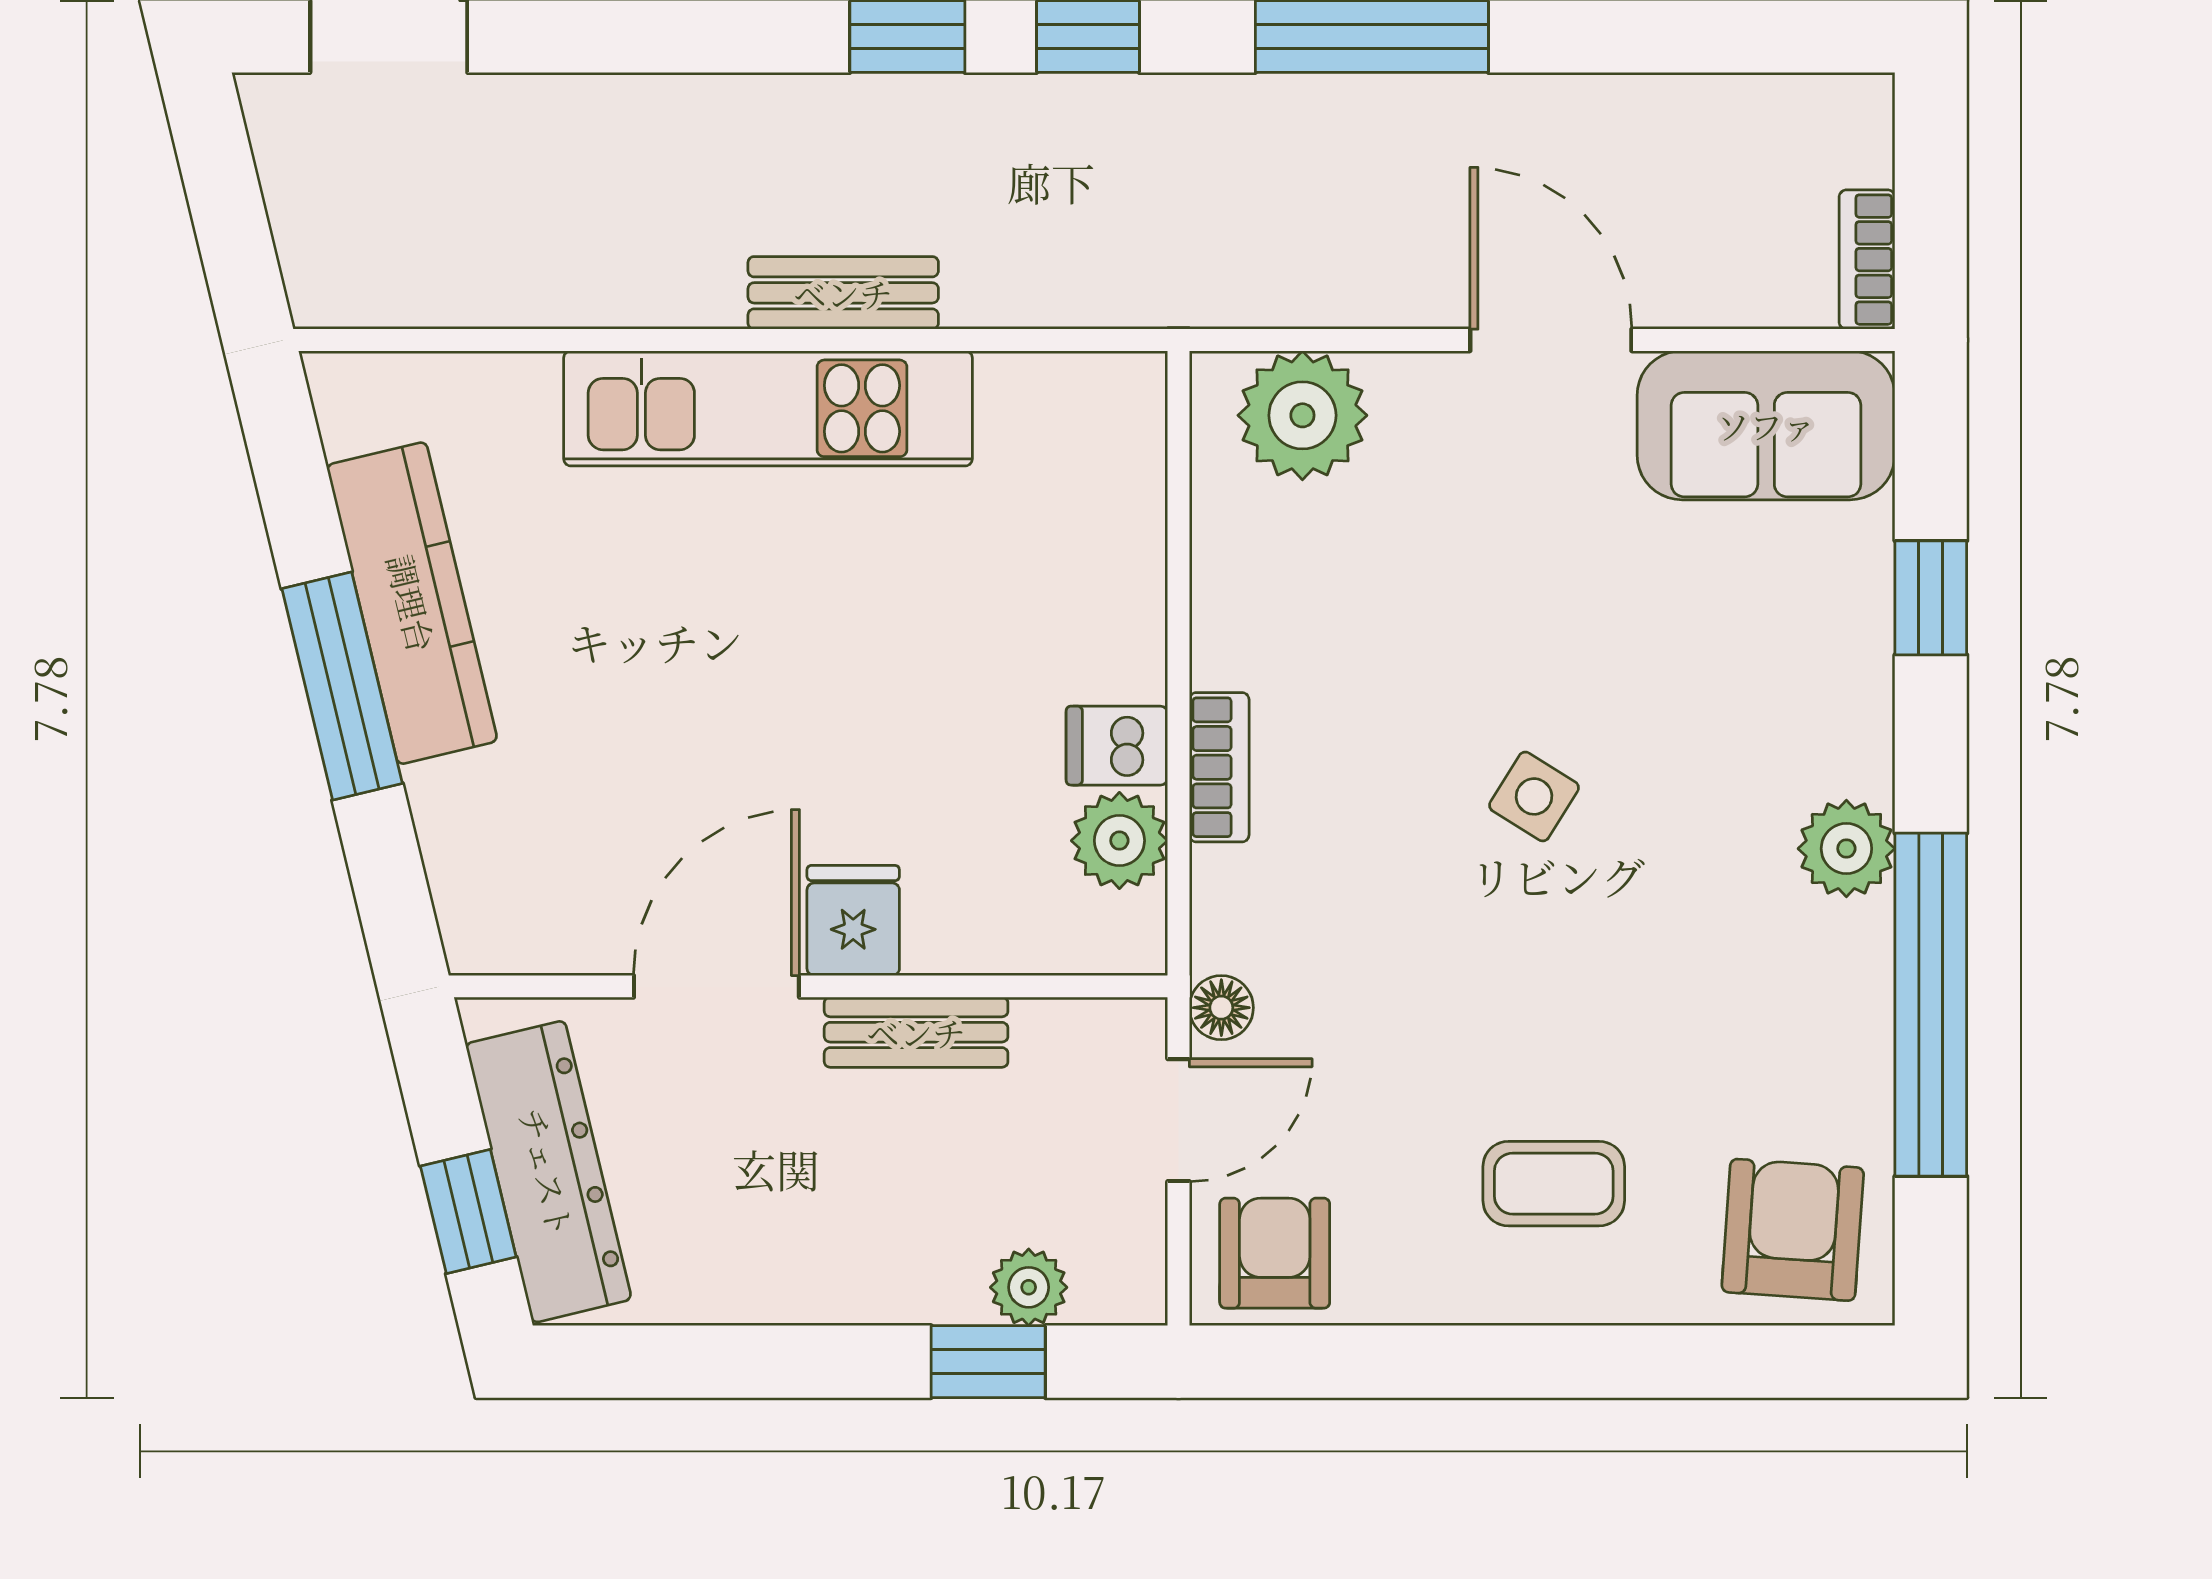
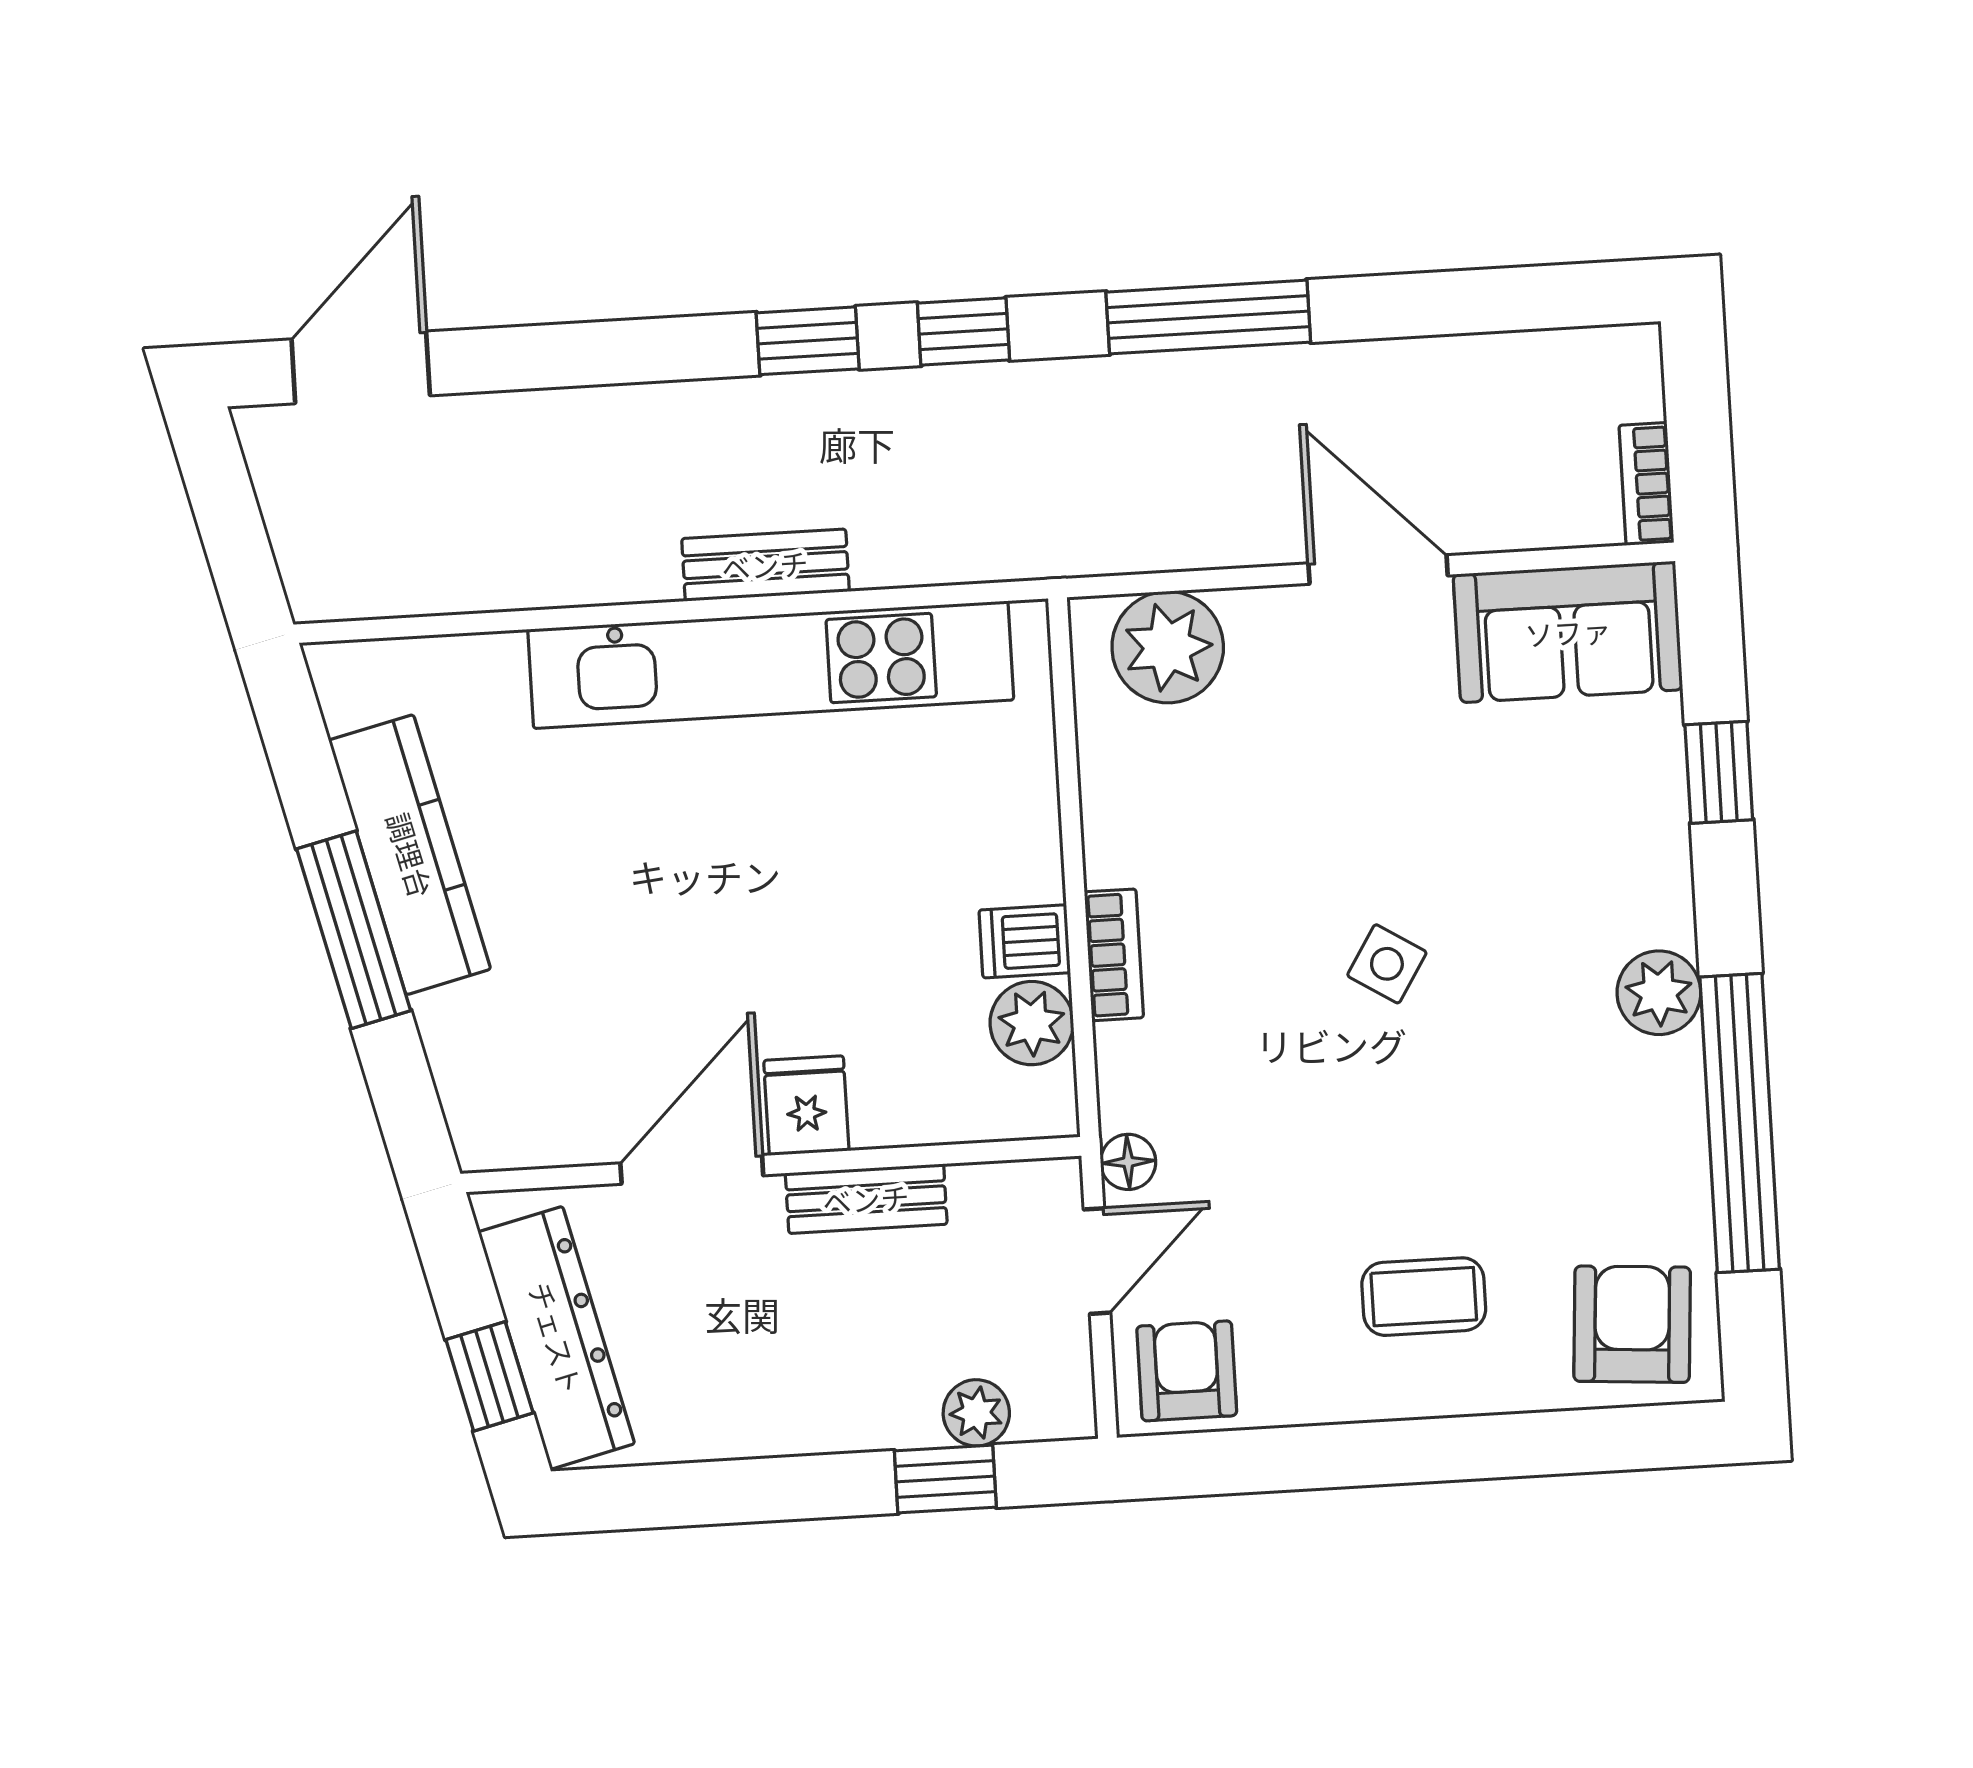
kitchen unit: (768, 408) -> (771, 665), width x1.36

